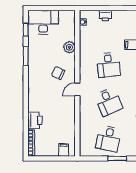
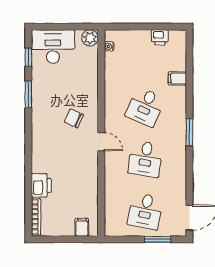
printer: (105, 16) -> (160, 37), moved
plant: (69, 47) -> (90, 38), moved
desk: (108, 65) -> (145, 107), turned 30
door: (77, 89) -> (101, 142), swing flipped
desk: (108, 102) -> (145, 159), turned 33

